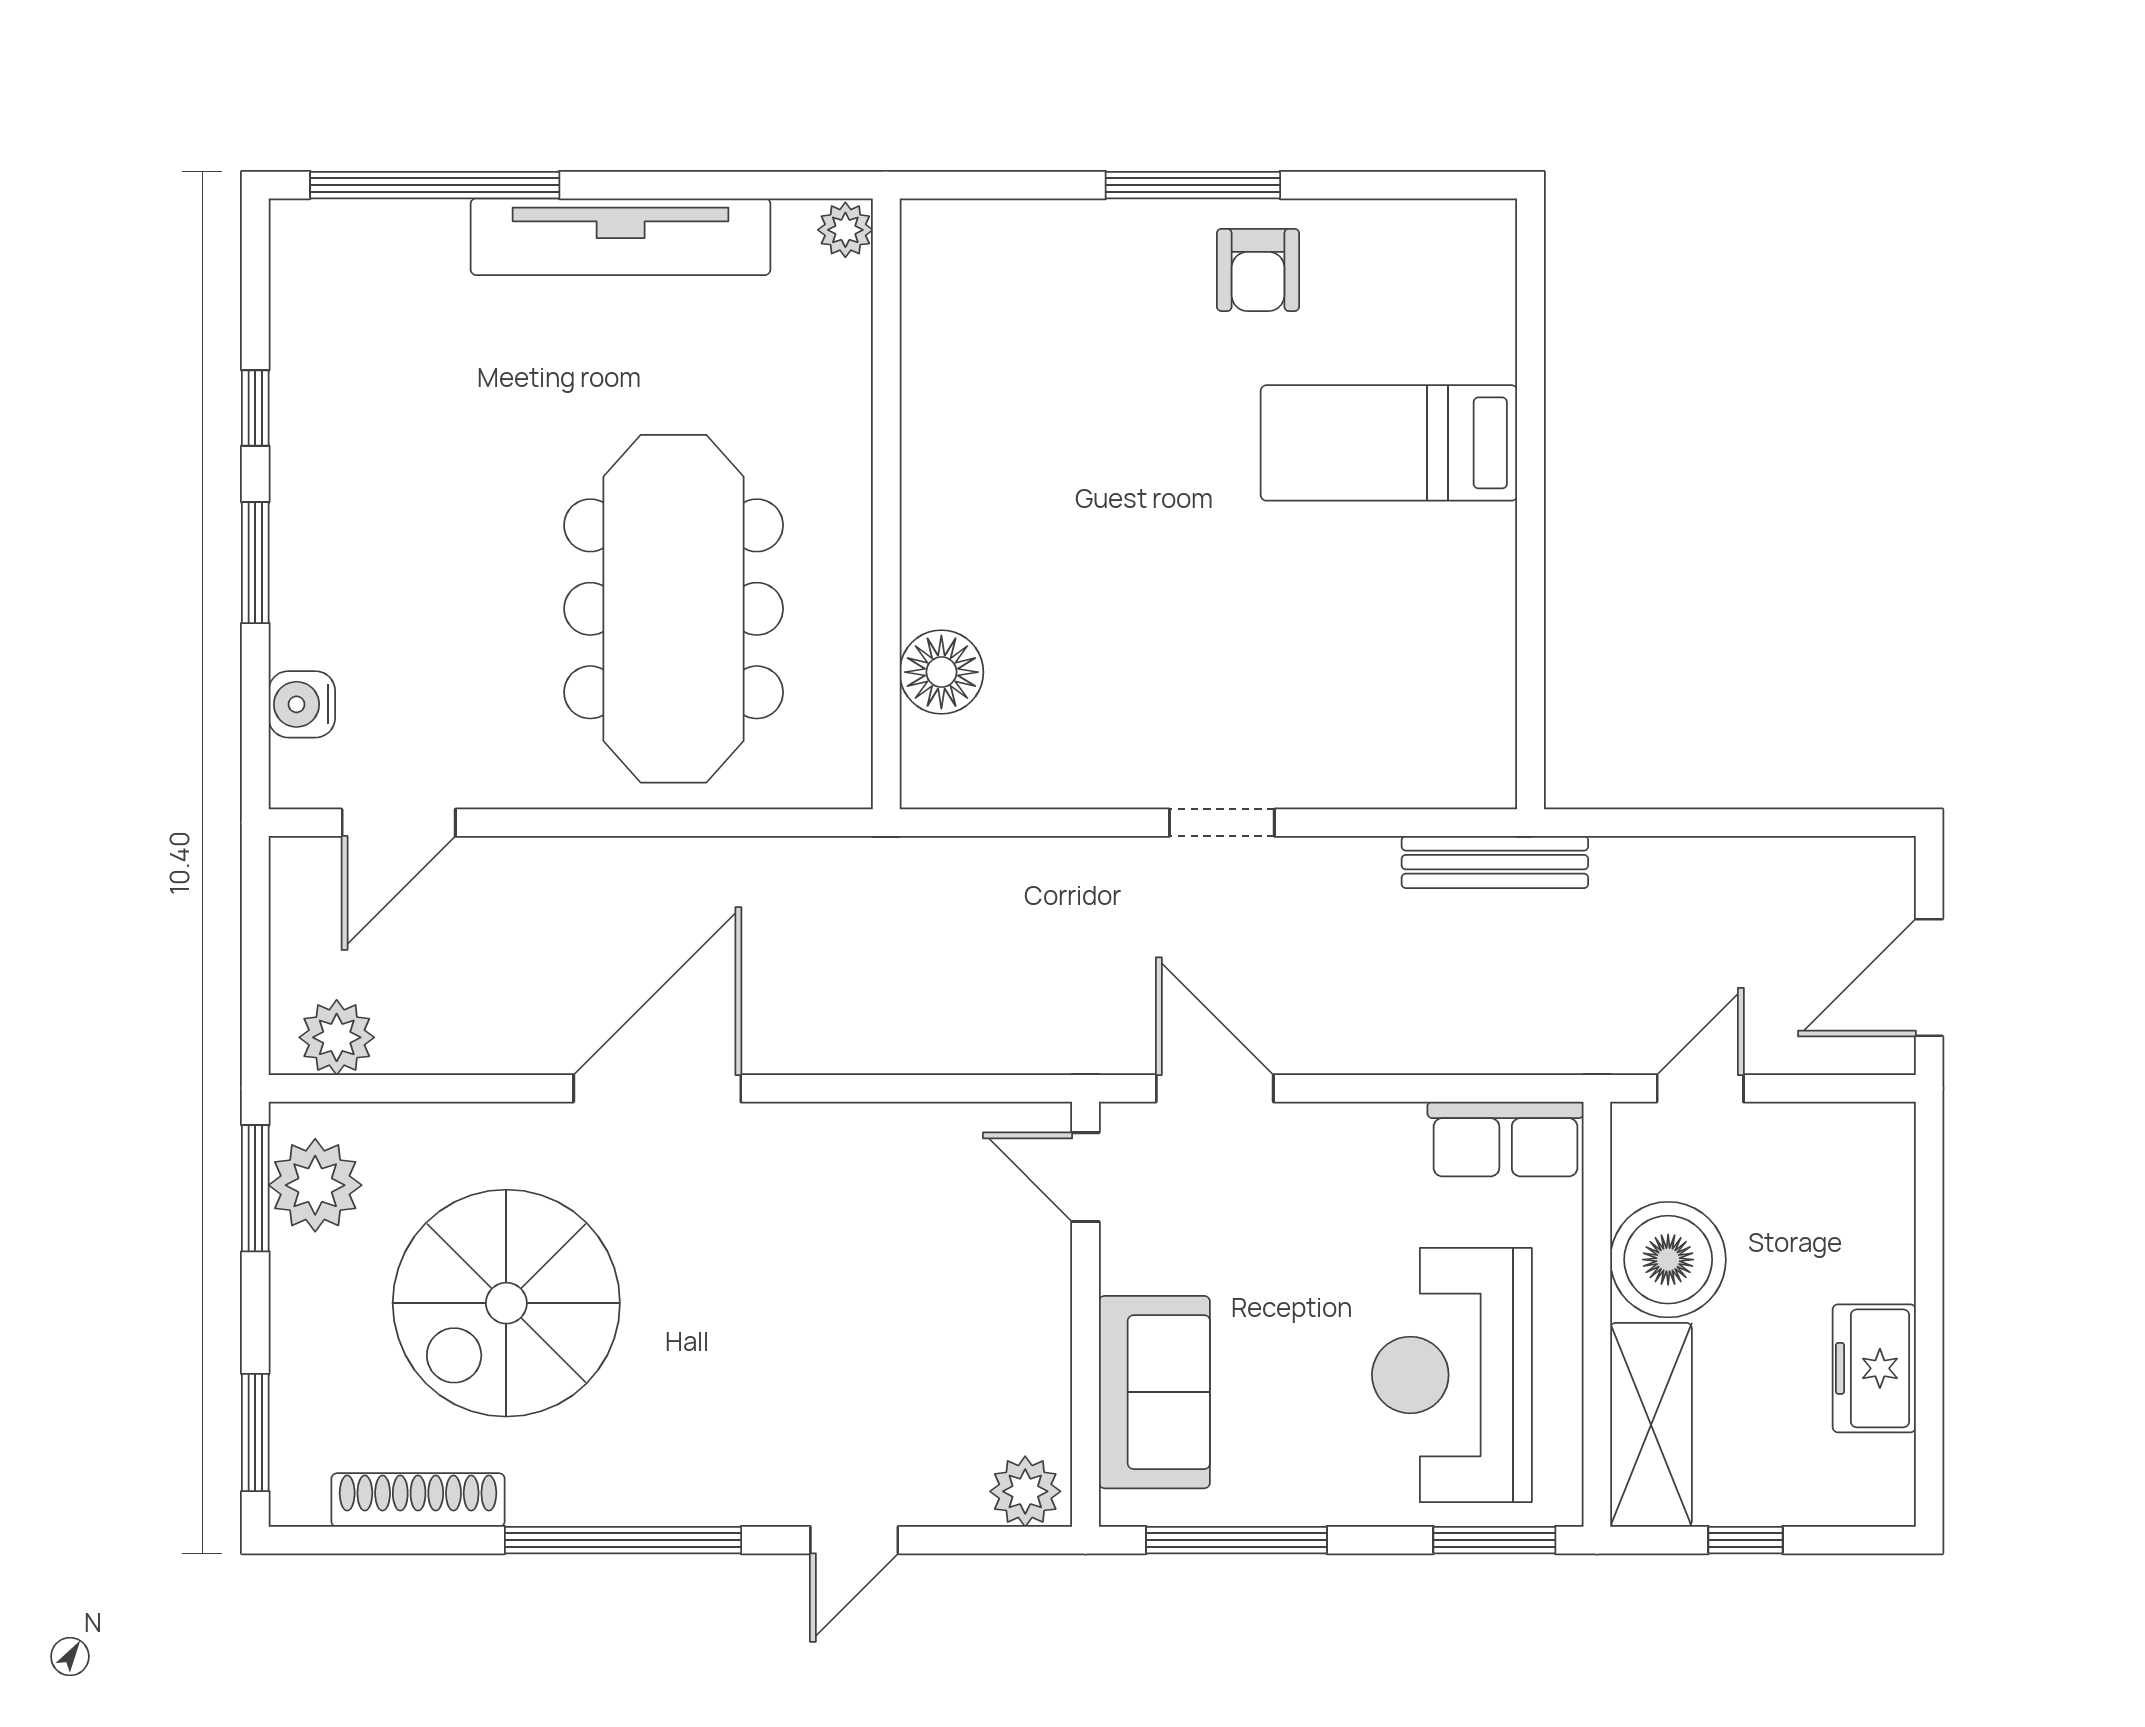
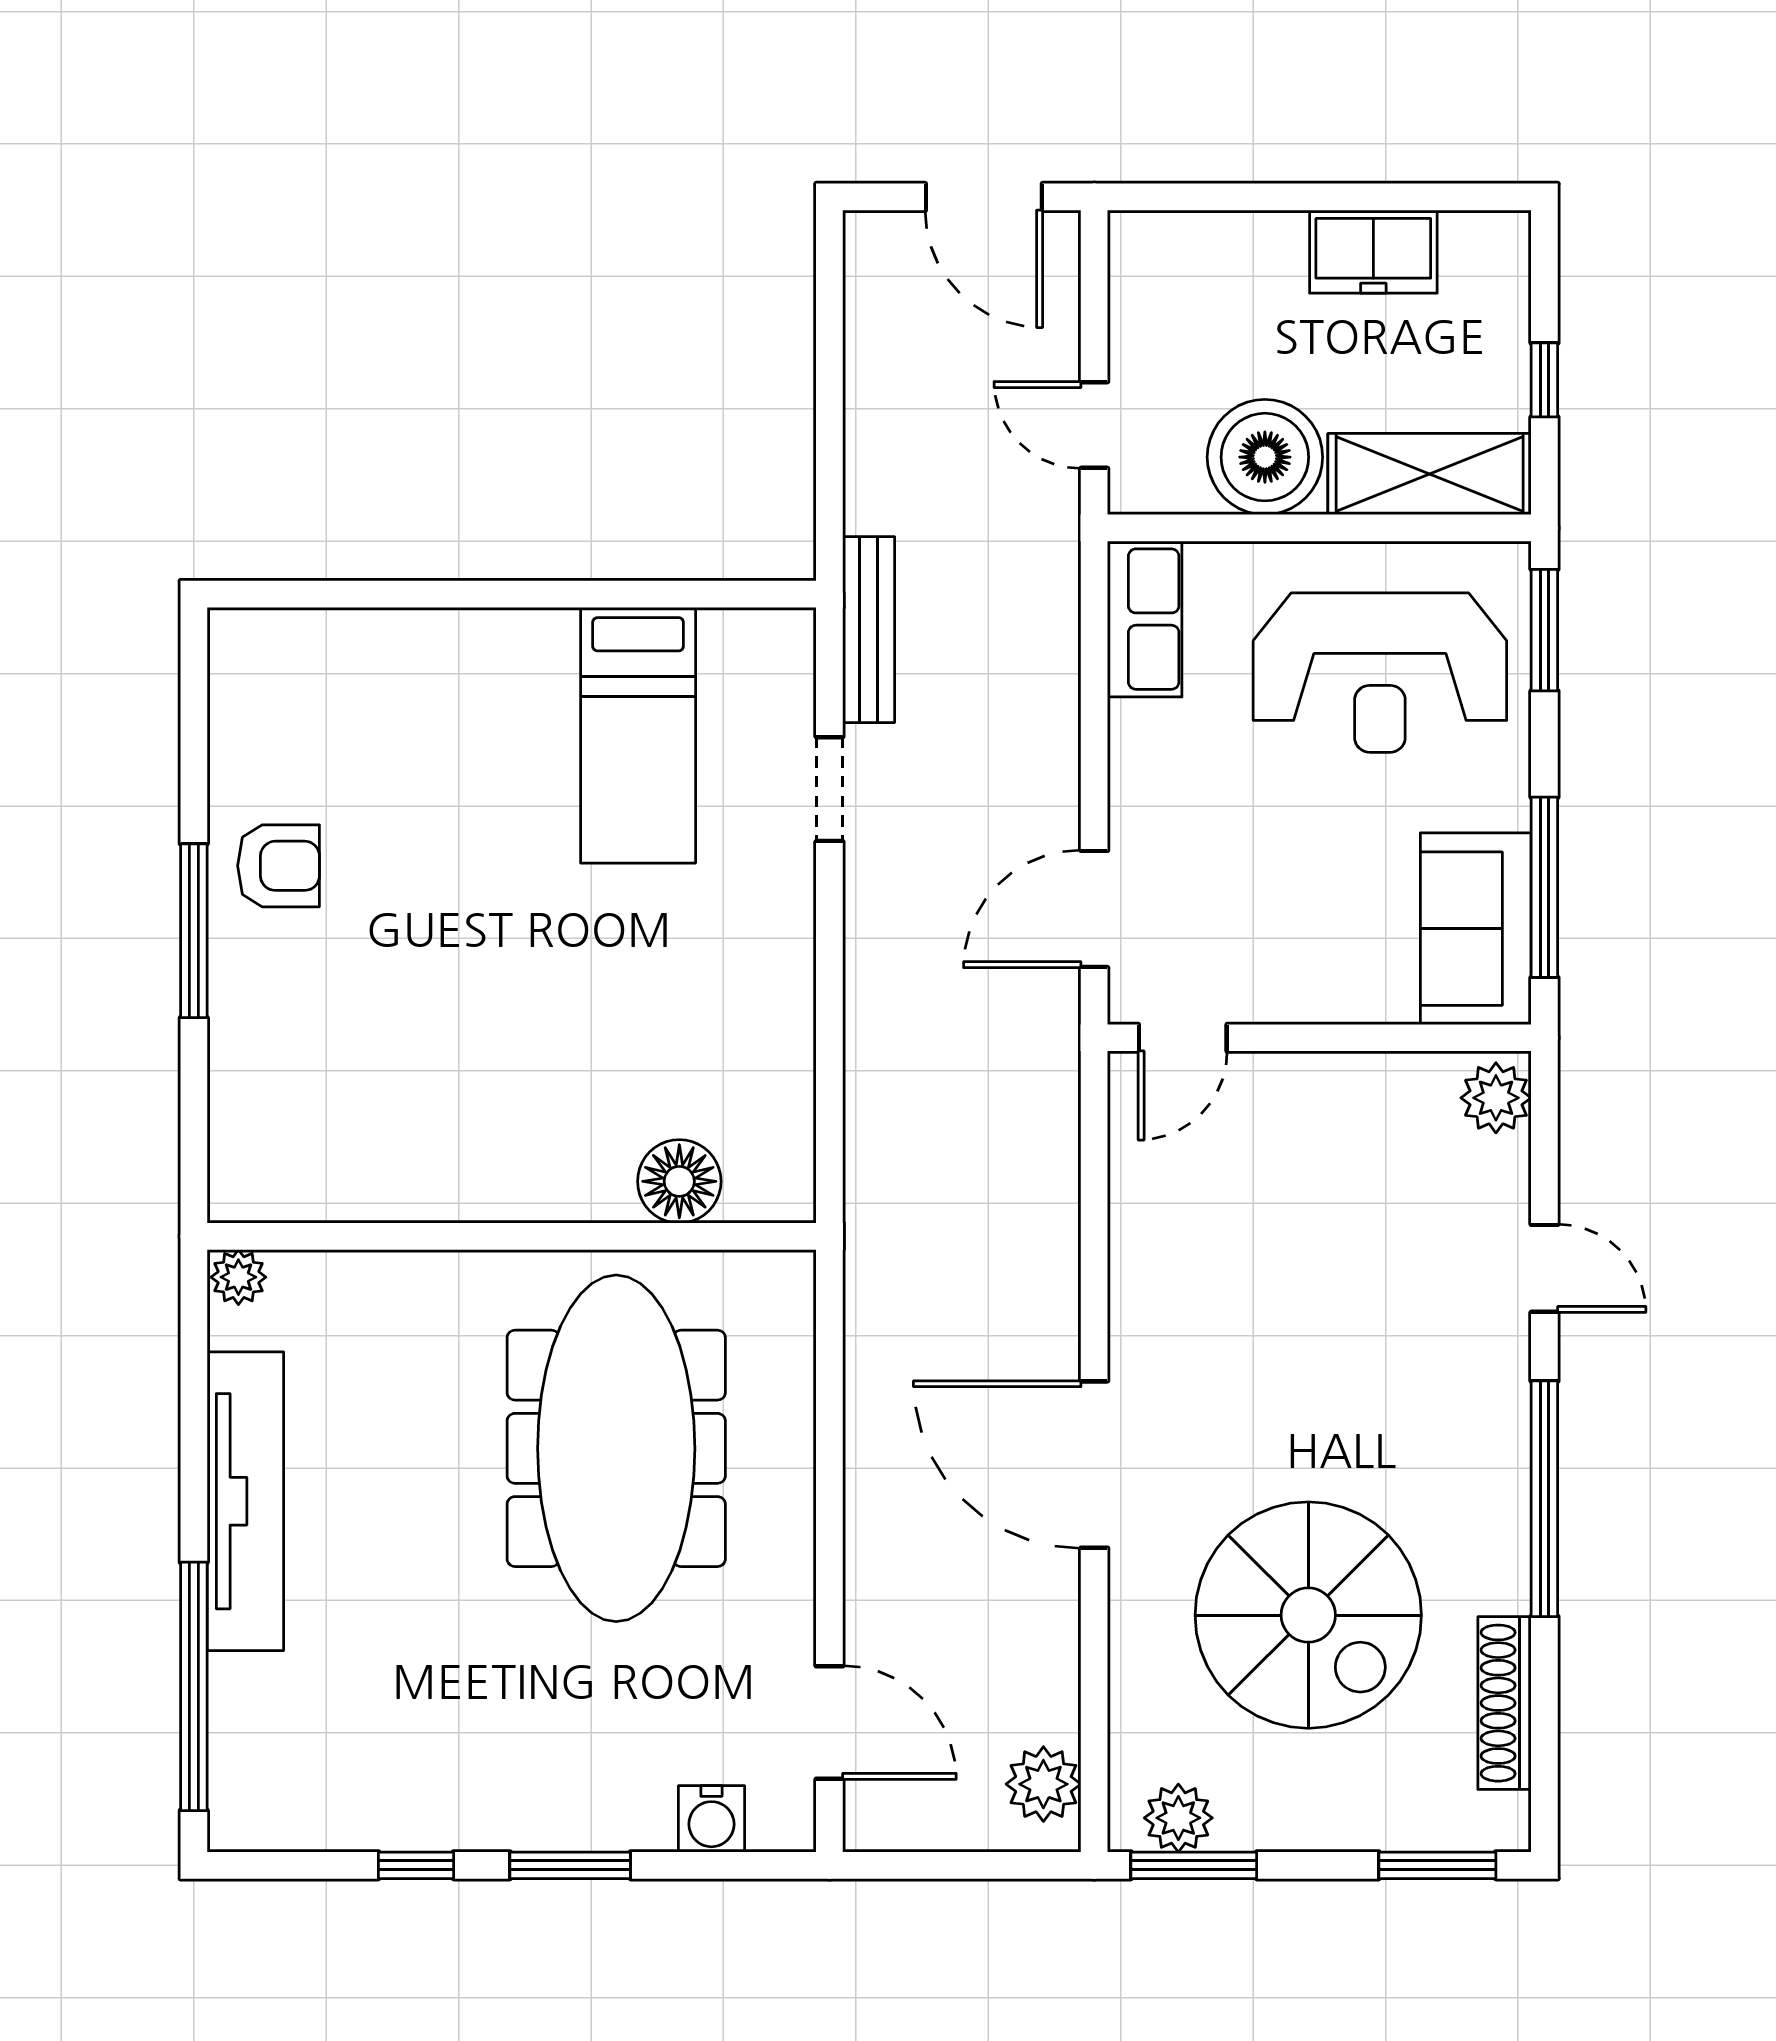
bed: (1389, 443) -> (638, 735), moved
meeting table: (674, 609) -> (616, 1448), turned 90
doorway: (1222, 823) -> (829, 789), moved
plant: (315, 1185) -> (1178, 1818), width x0.73, depth x0.73
sofa: (1154, 1392) -> (1476, 929), moved, turned -90

